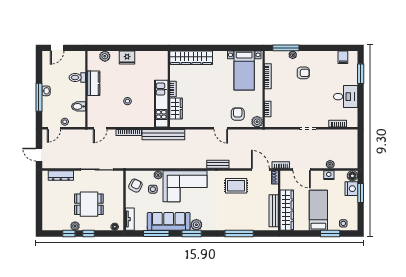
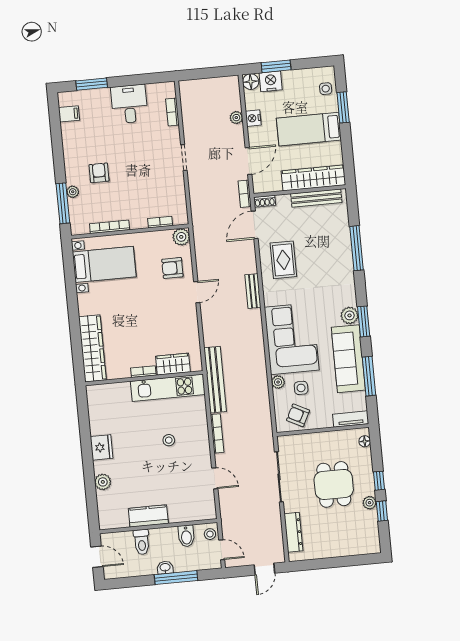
toilet: (77, 77) -> (142, 542), moved
kitchen counter: (94, 83) -> (148, 516), moved
wall: (86, 89) -> (158, 526), moved
bidet: (78, 106) -> (186, 536), moved

